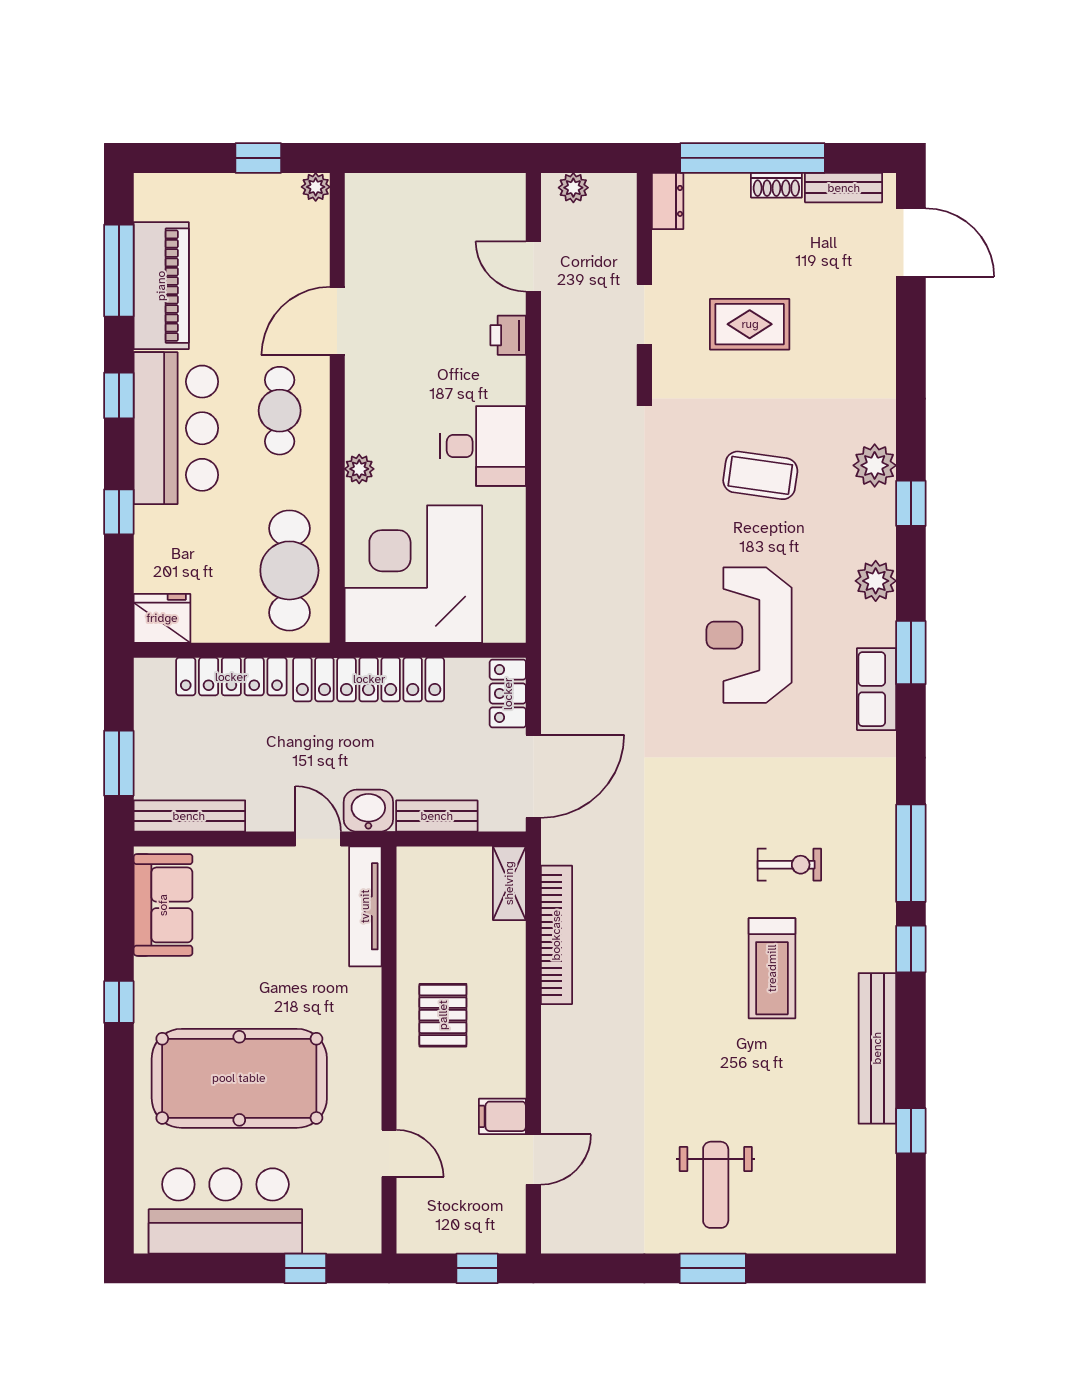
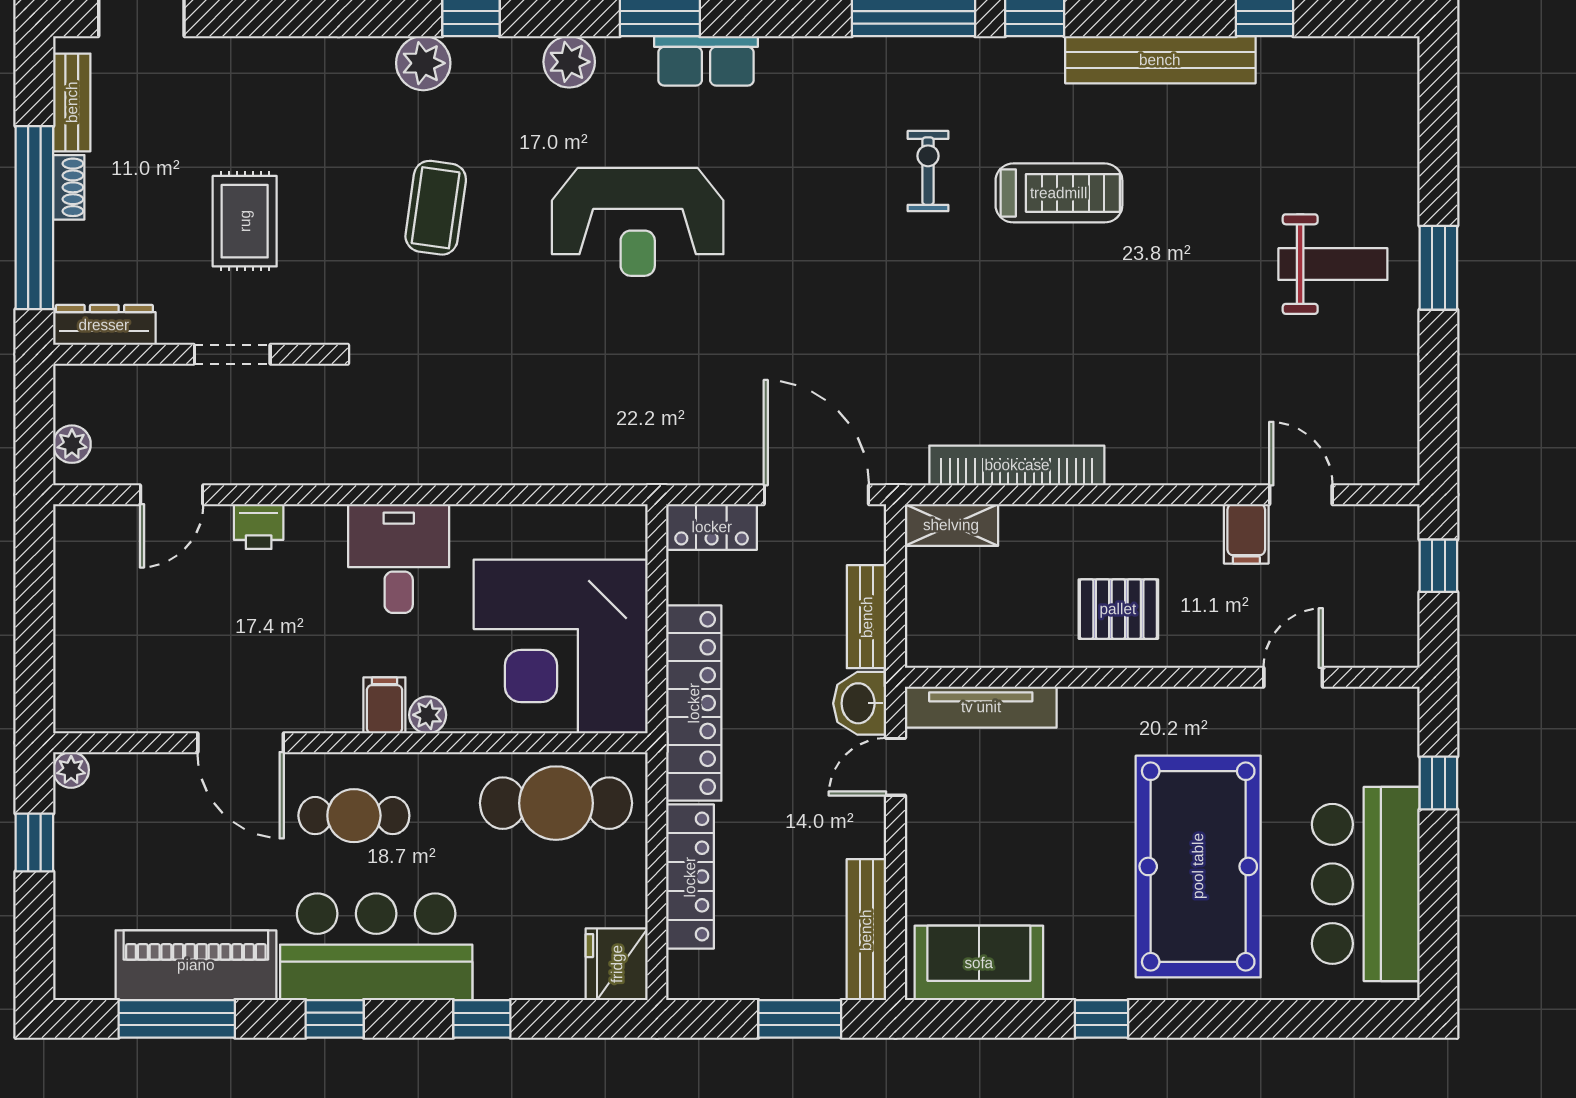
dresser: (668, 201) -> (104, 325), width x1.44
filing cabinet: (367, 435) -> (384, 705), added

